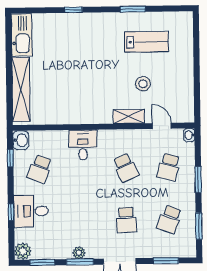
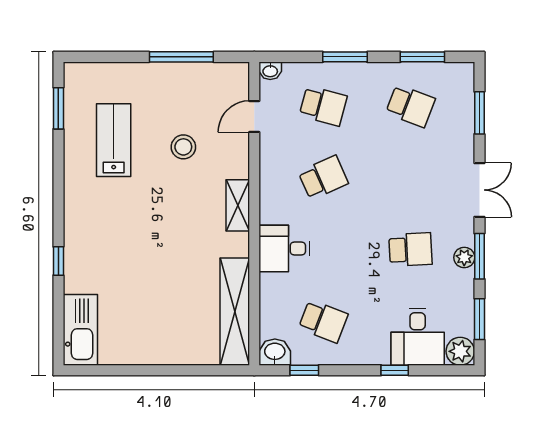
window: (133, 9) -> (58, 108), moved
kitchen sink: (22, 35) -> (80, 330), moved, turned 90
window: (197, 82) -> (181, 57), added
shelving: (21, 89) -> (235, 312), moved, turned 90
shelving: (129, 116) -> (238, 205), moved
desk: (31, 211) -> (418, 337), moved
school desk: (126, 220) -> (410, 249), moved

